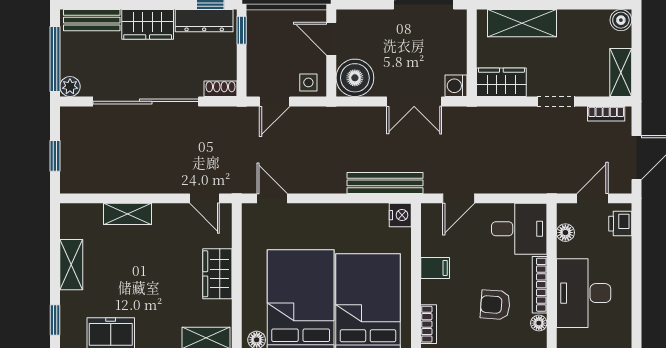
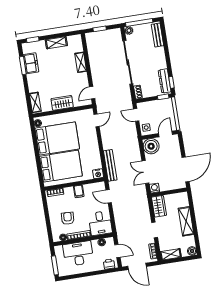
shelving: (522, 23) -> (186, 221), moved
wardrobe: (148, 24) -> (159, 58), removed

